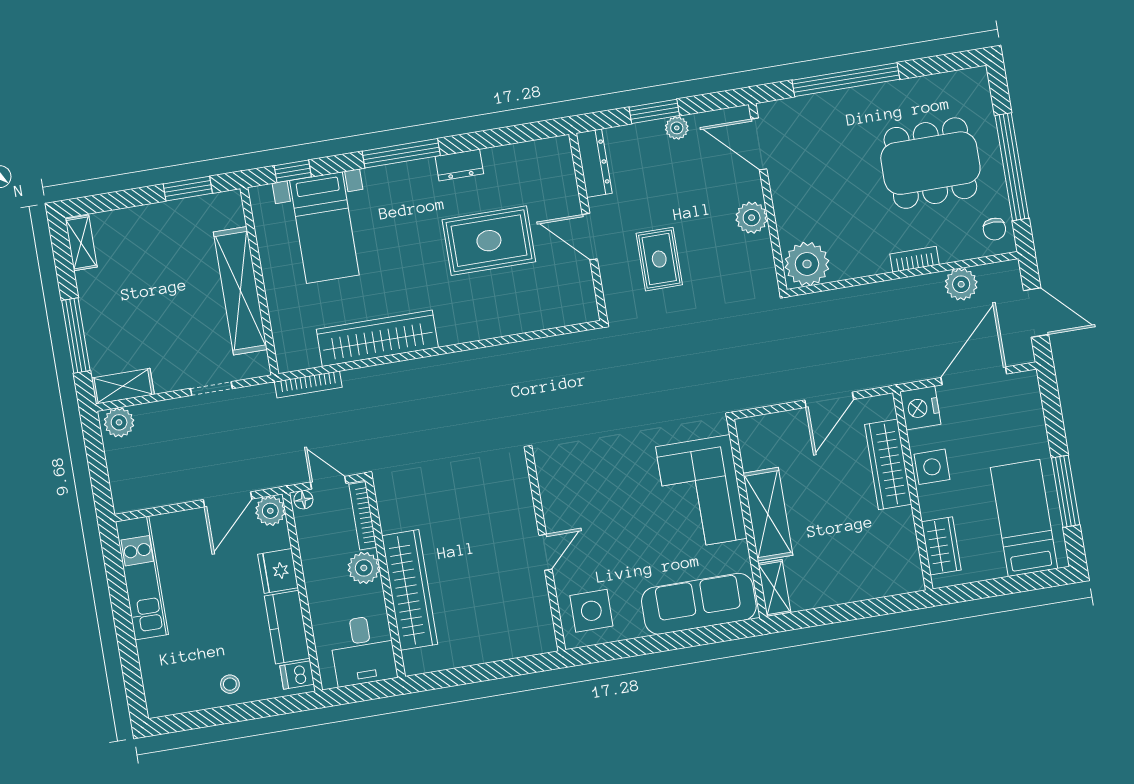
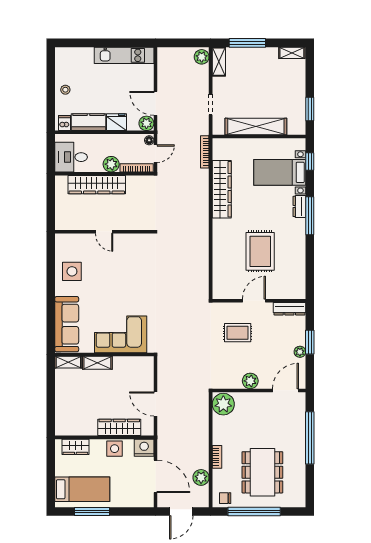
dresser: (459, 165) -> (299, 206), moved
shelving: (768, 514) -> (97, 363), width x0.67, depth x0.75
wall: (545, 552) -> (104, 232), moved
door: (546, 552) -> (104, 232), moved

